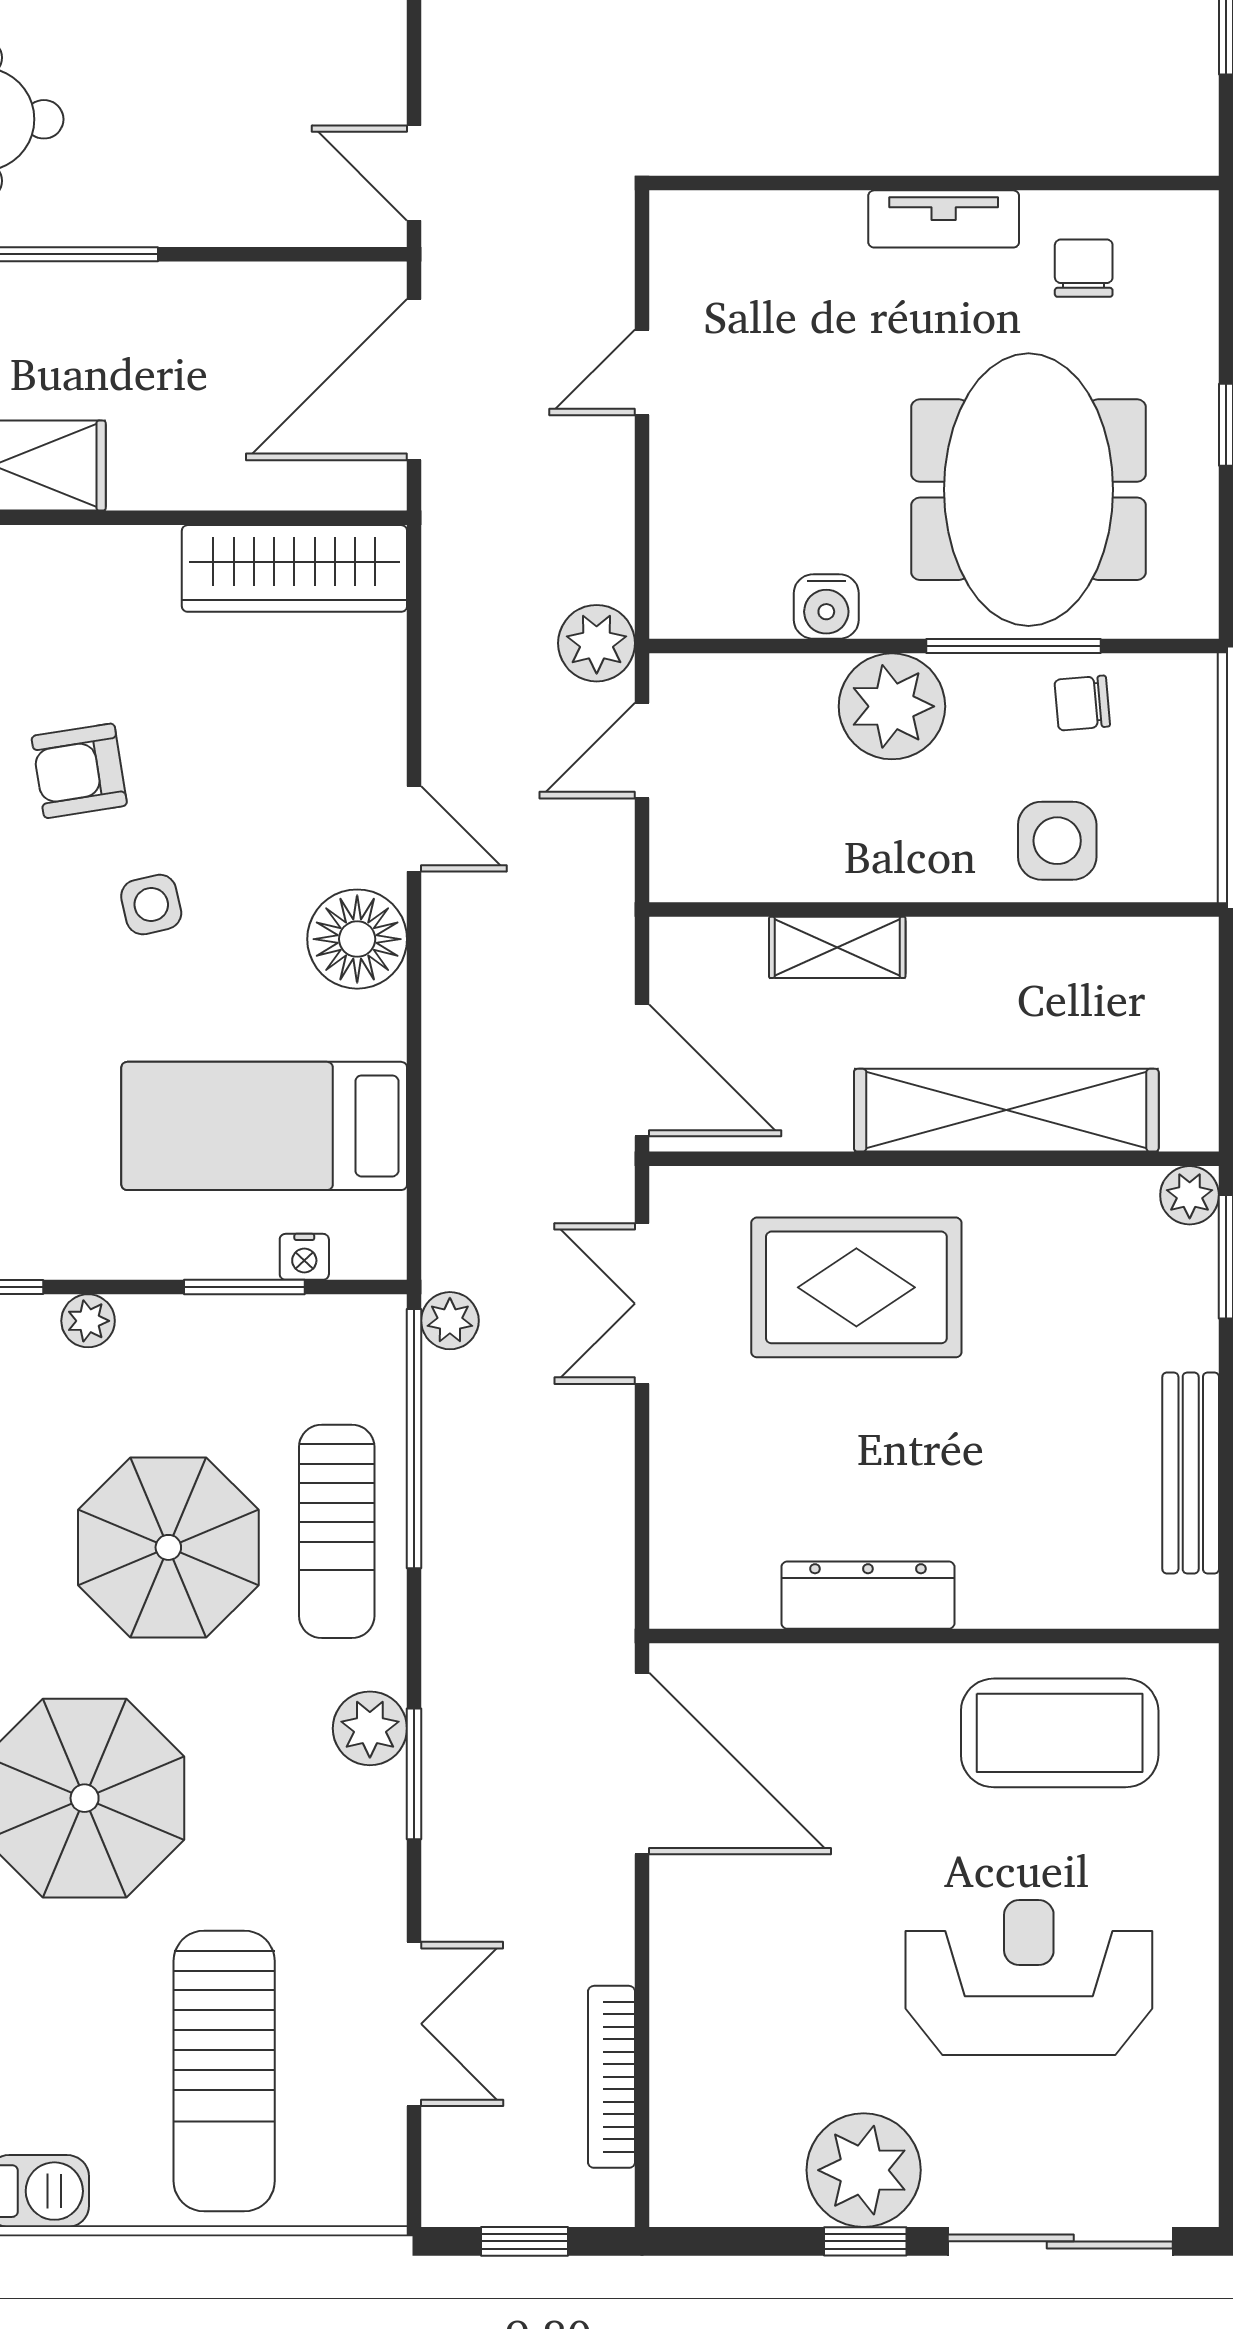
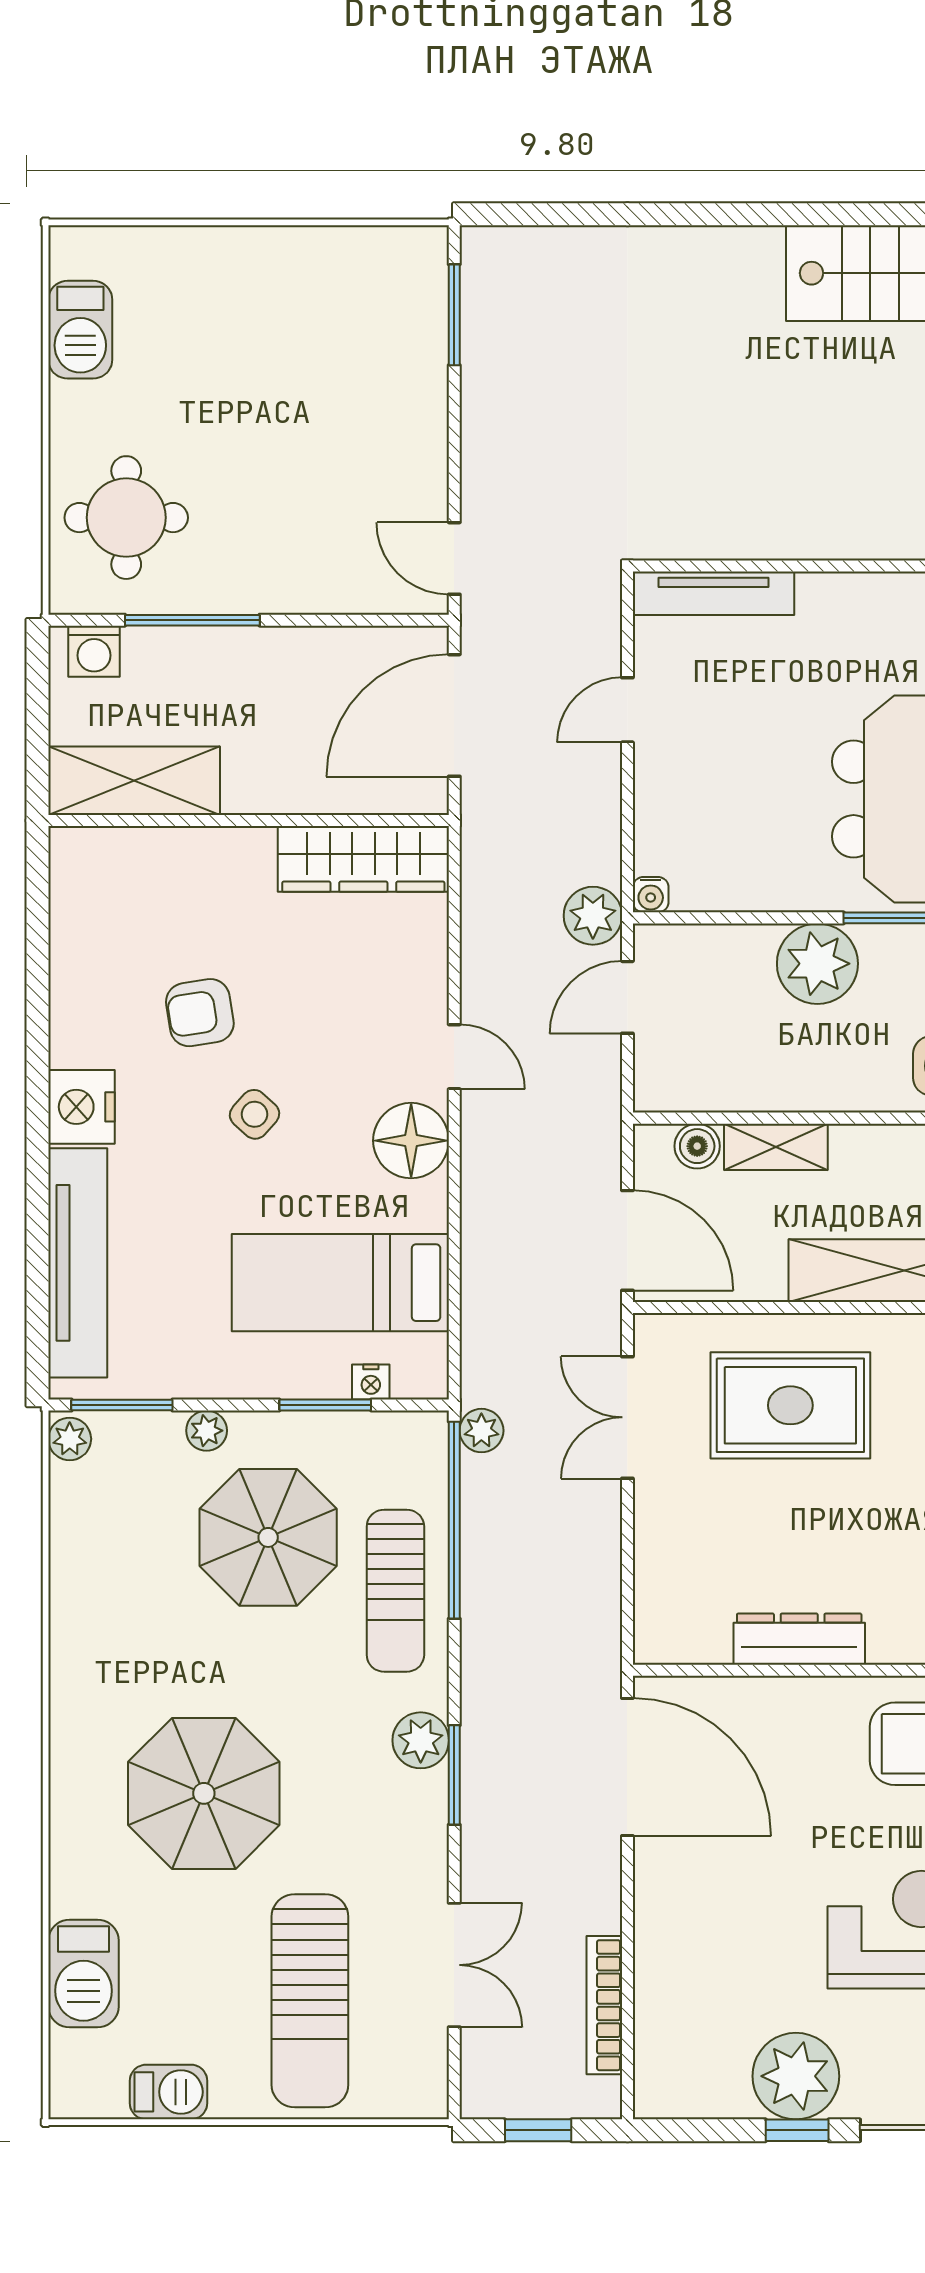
tv unit: (944, 219) -> (713, 593), moved, width x1.41
water cooler: (826, 607) -> (651, 895), moved, width x0.72, depth x0.72
side table: (151, 905) -> (255, 1114), turned -35
boiler: (734, 946) -> (697, 1146), added
parasol: (168, 1547) -> (268, 1537), moved

